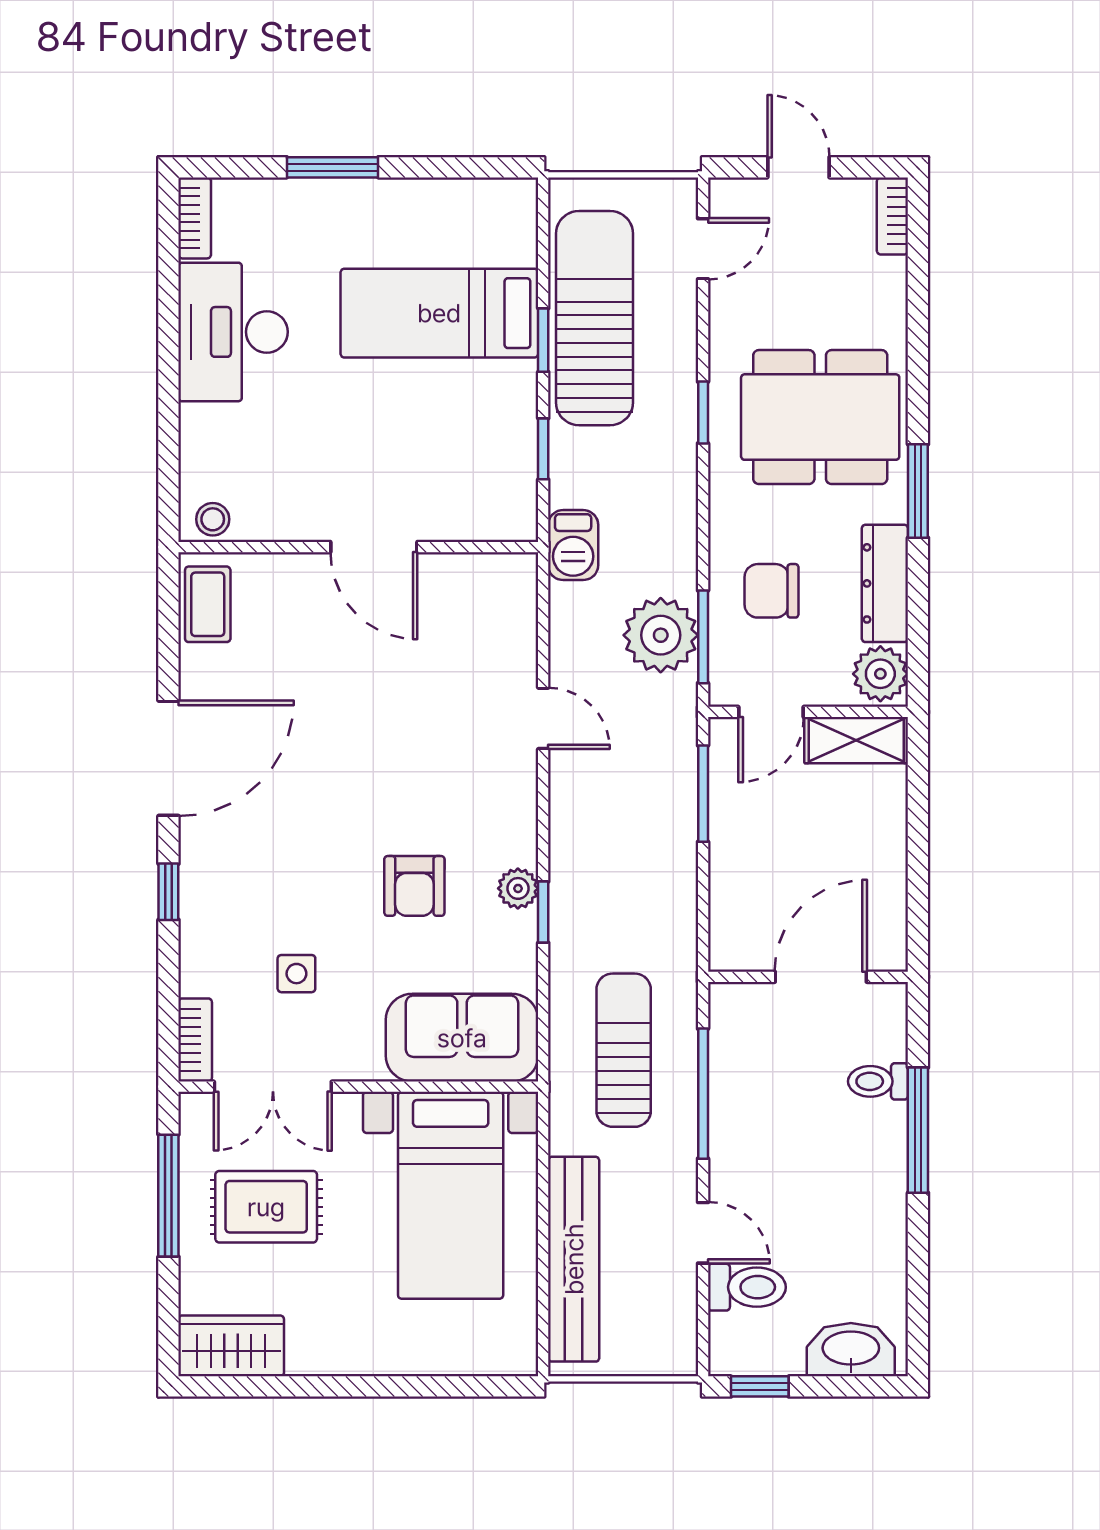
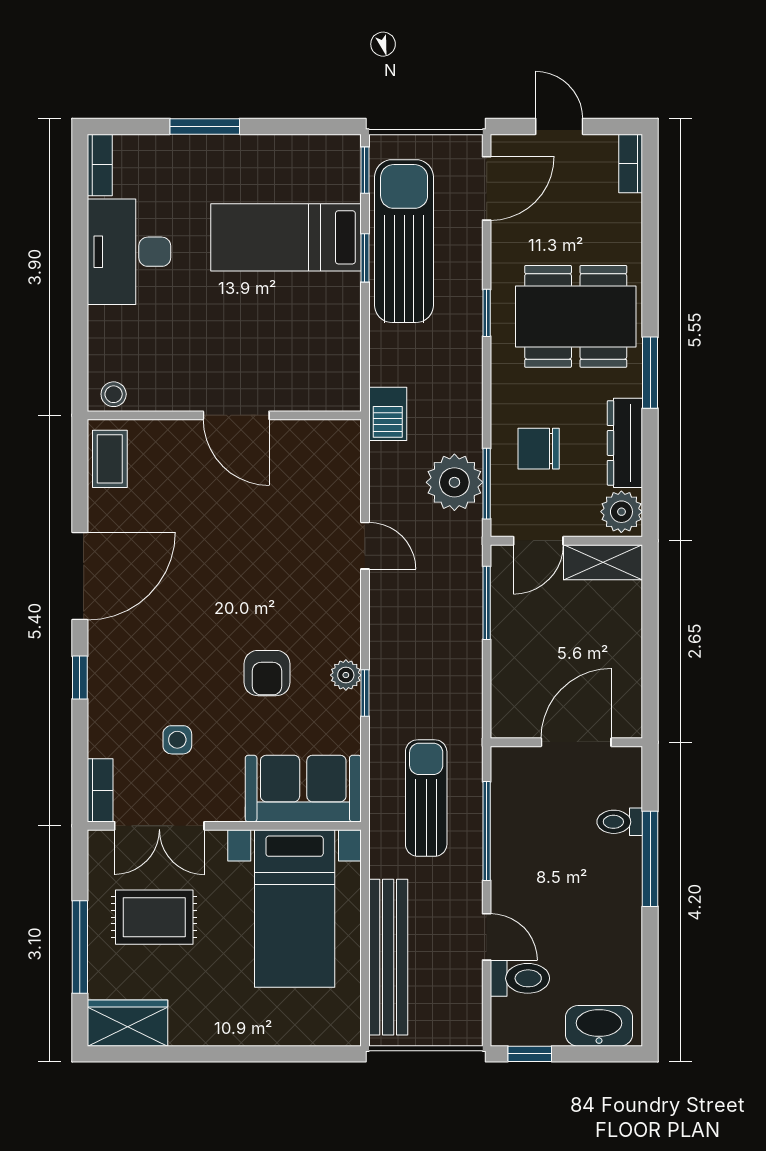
door: (703, 249) -> (487, 188), width x1.37
window: (543, 449) -> (365, 170), moved
window: (168, 1196) -> (80, 947), moved

